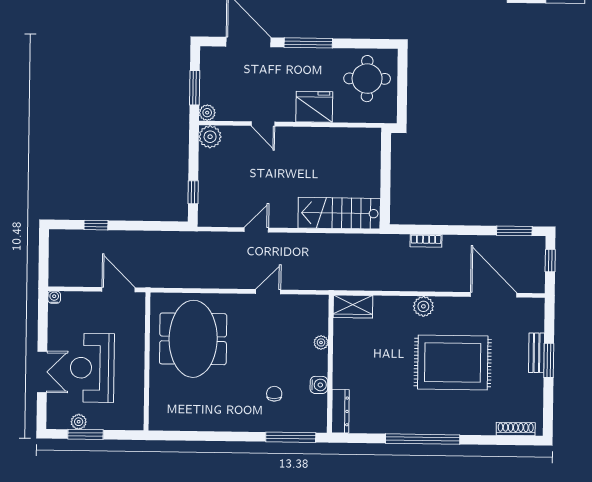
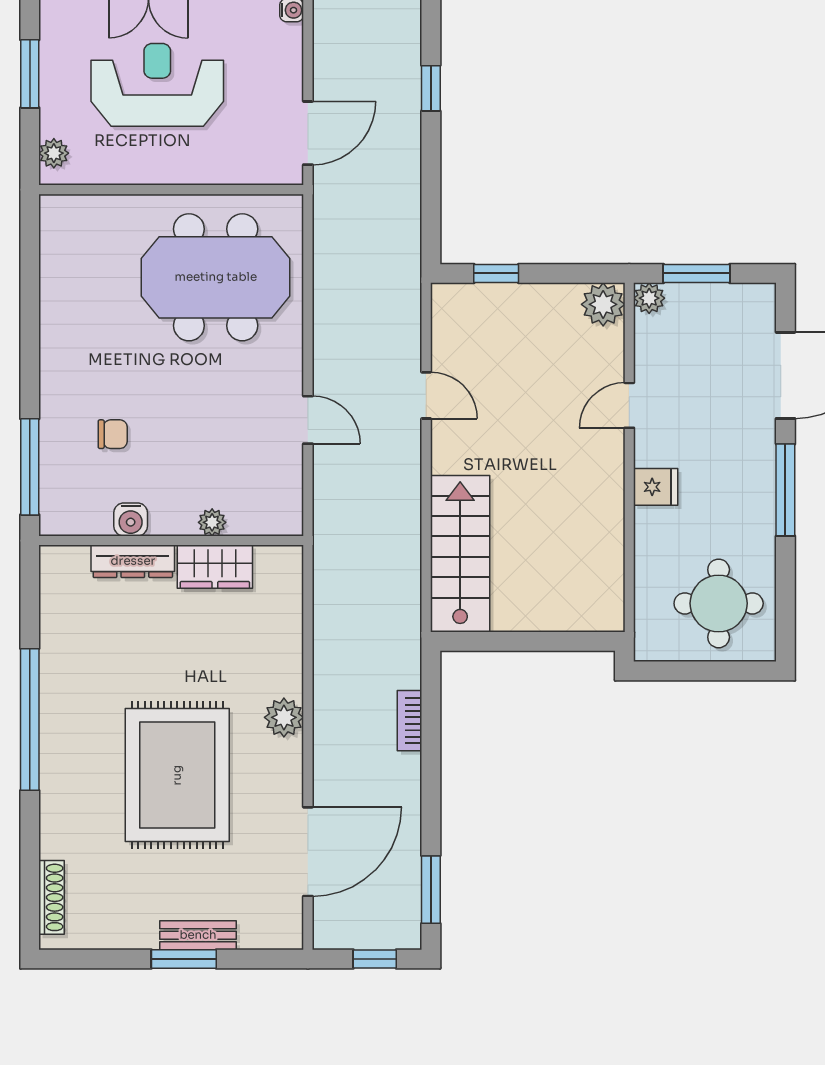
fridge: (314, 107) -> (656, 487), width x0.53, depth x0.75
wardrobe: (353, 307) -> (215, 567), moved, turned -90
dresser: (340, 411) -> (133, 561), moved
plant: (79, 422) -> (54, 153), moved

